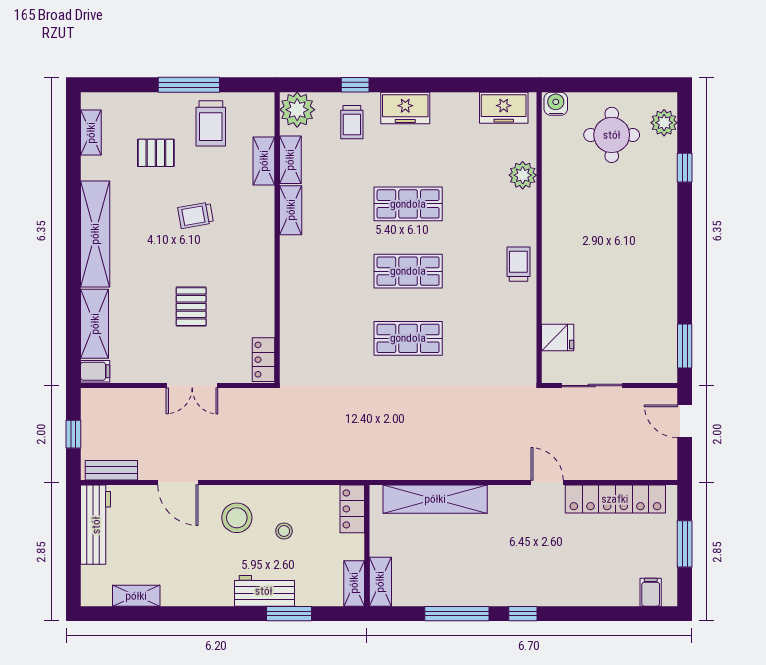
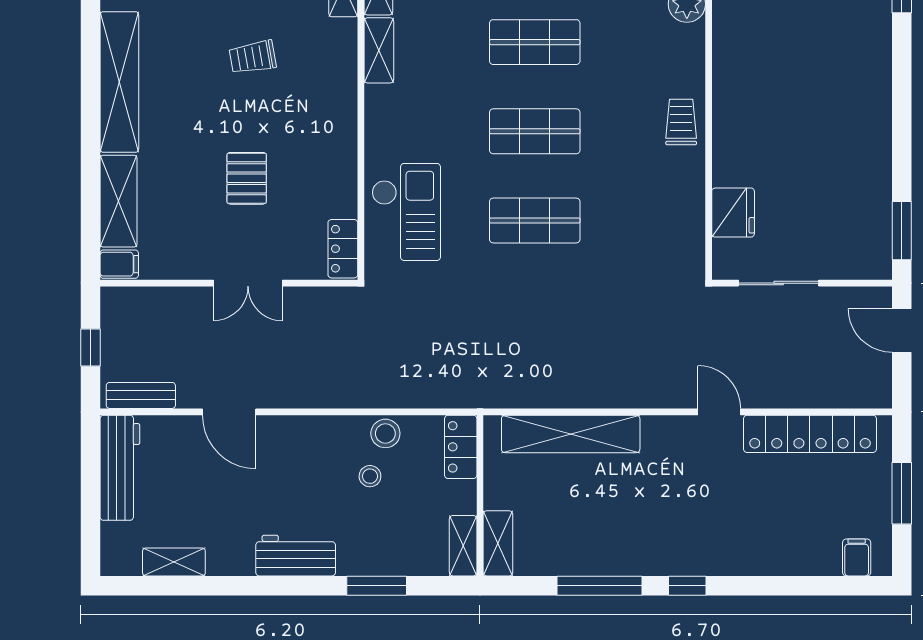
checkout: (311, 332) -> (406, 212), added
fridge: (558, 338) -> (733, 213), width x1.38
stool: (237, 518) -> (385, 433), moved, width x0.73, depth x0.73
workbench: (264, 591) -> (296, 556), moved

